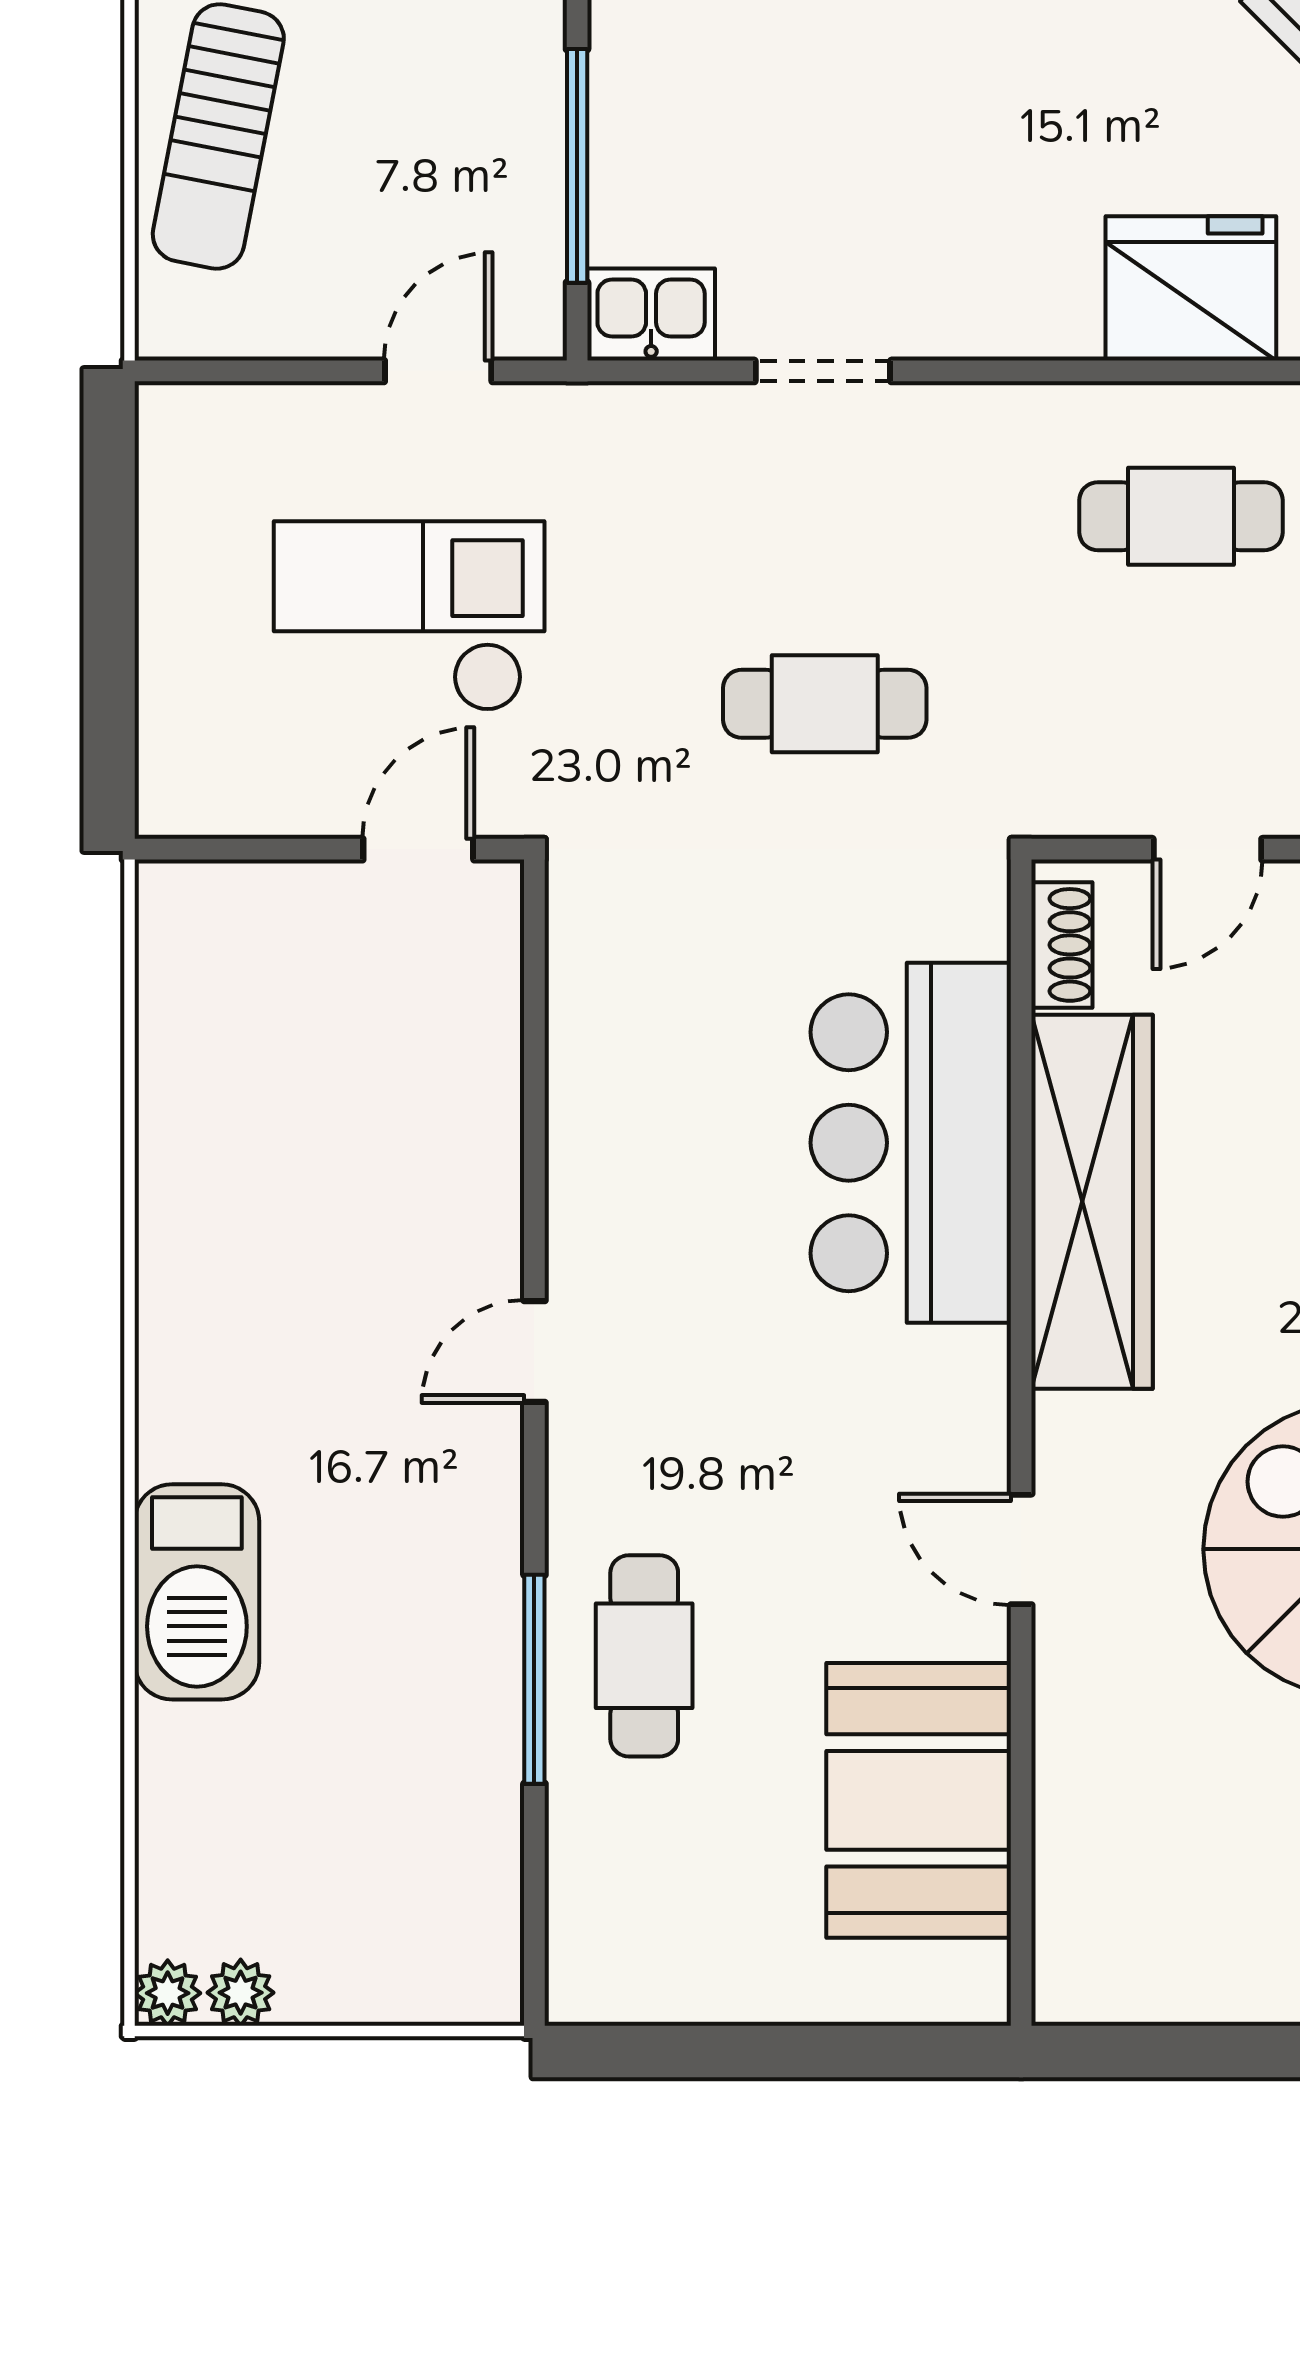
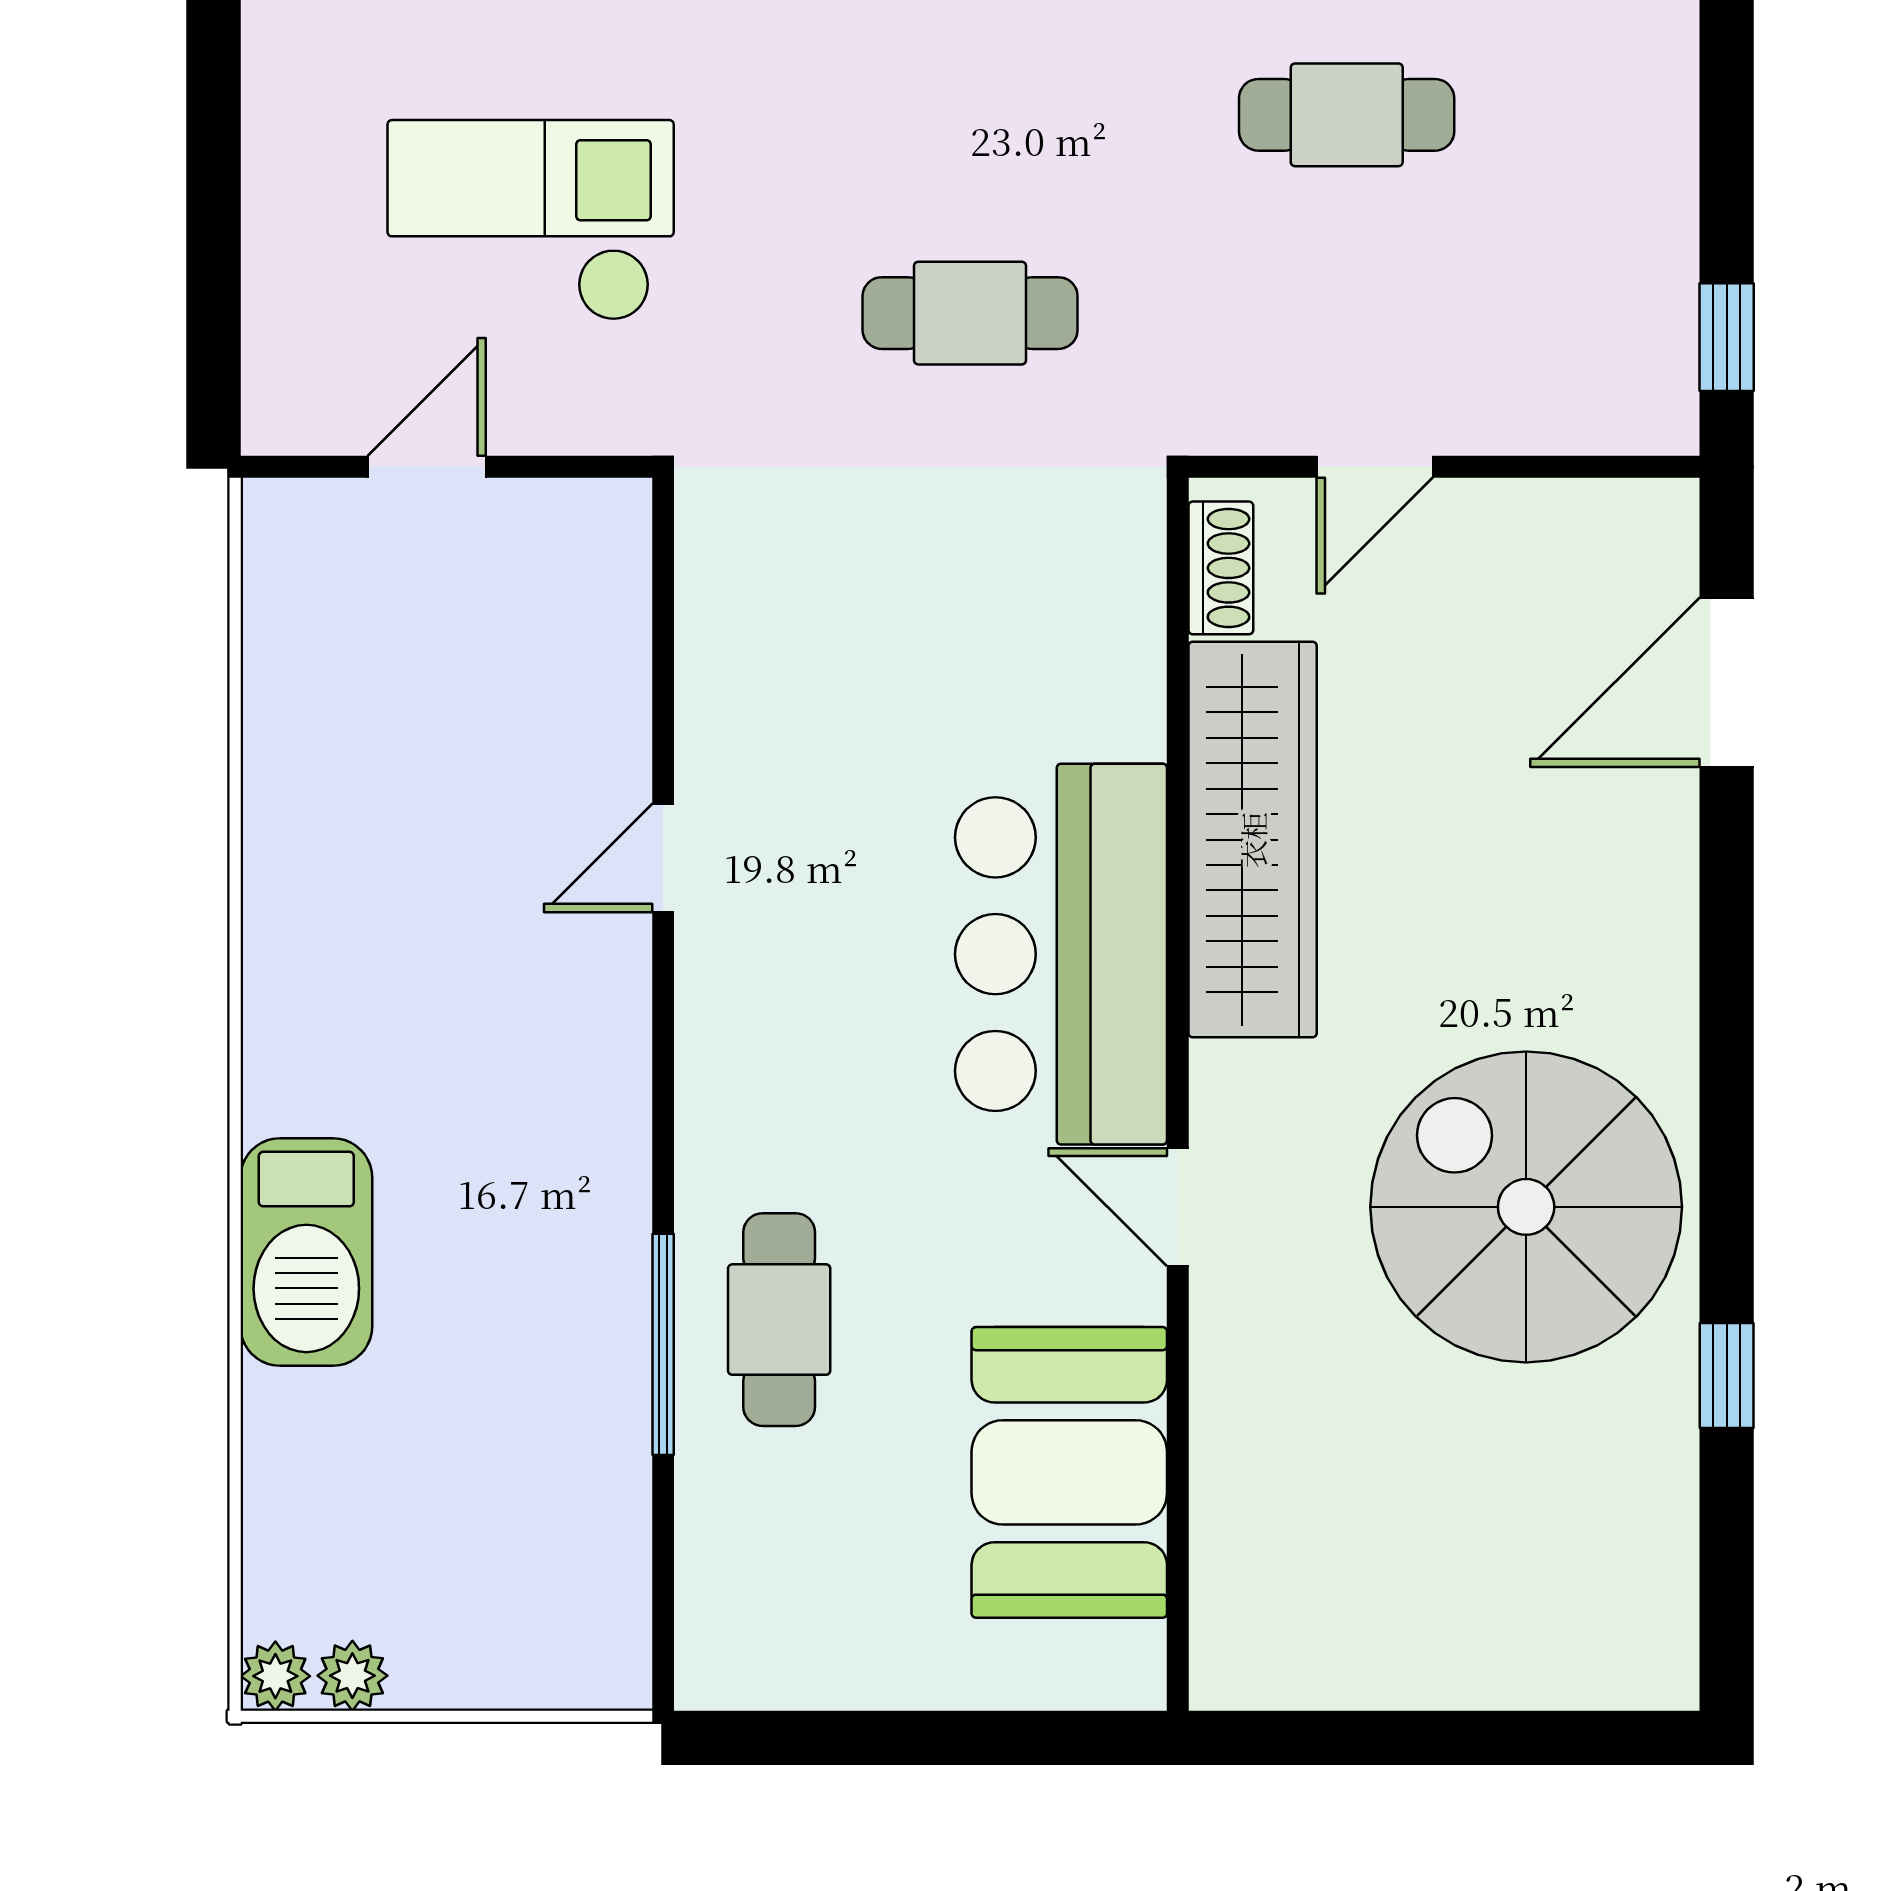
door: (418, 849) -> (427, 467), moved
bar counter: (911, 1143) -> (1061, 954), moved
door: (534, 1351) -> (663, 858), moved

